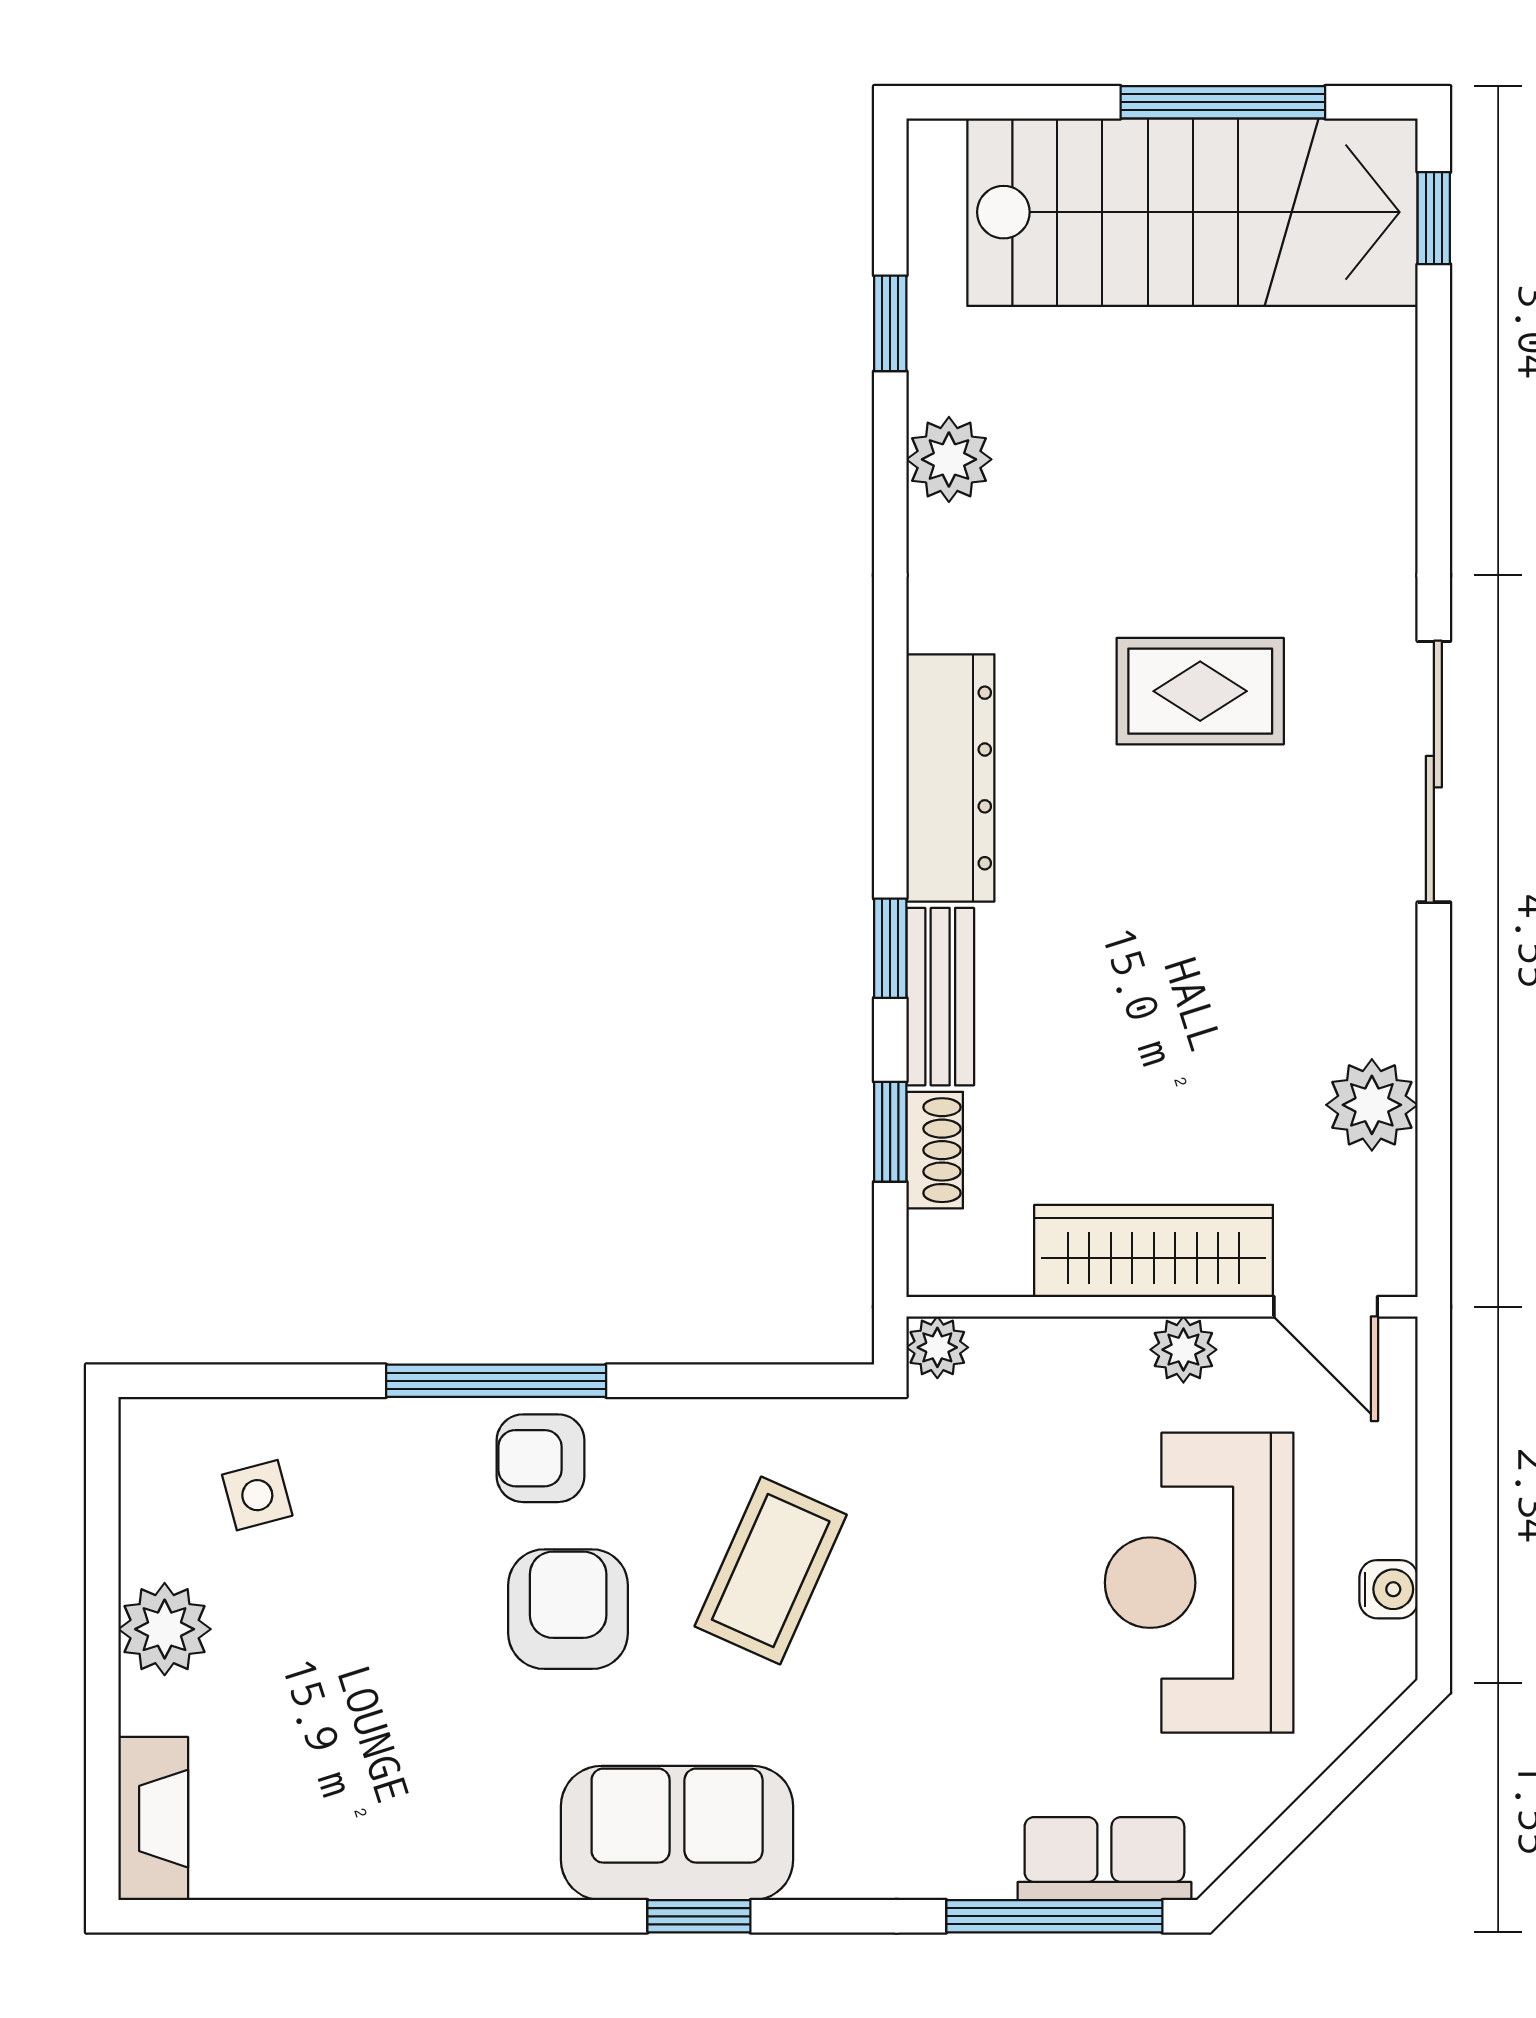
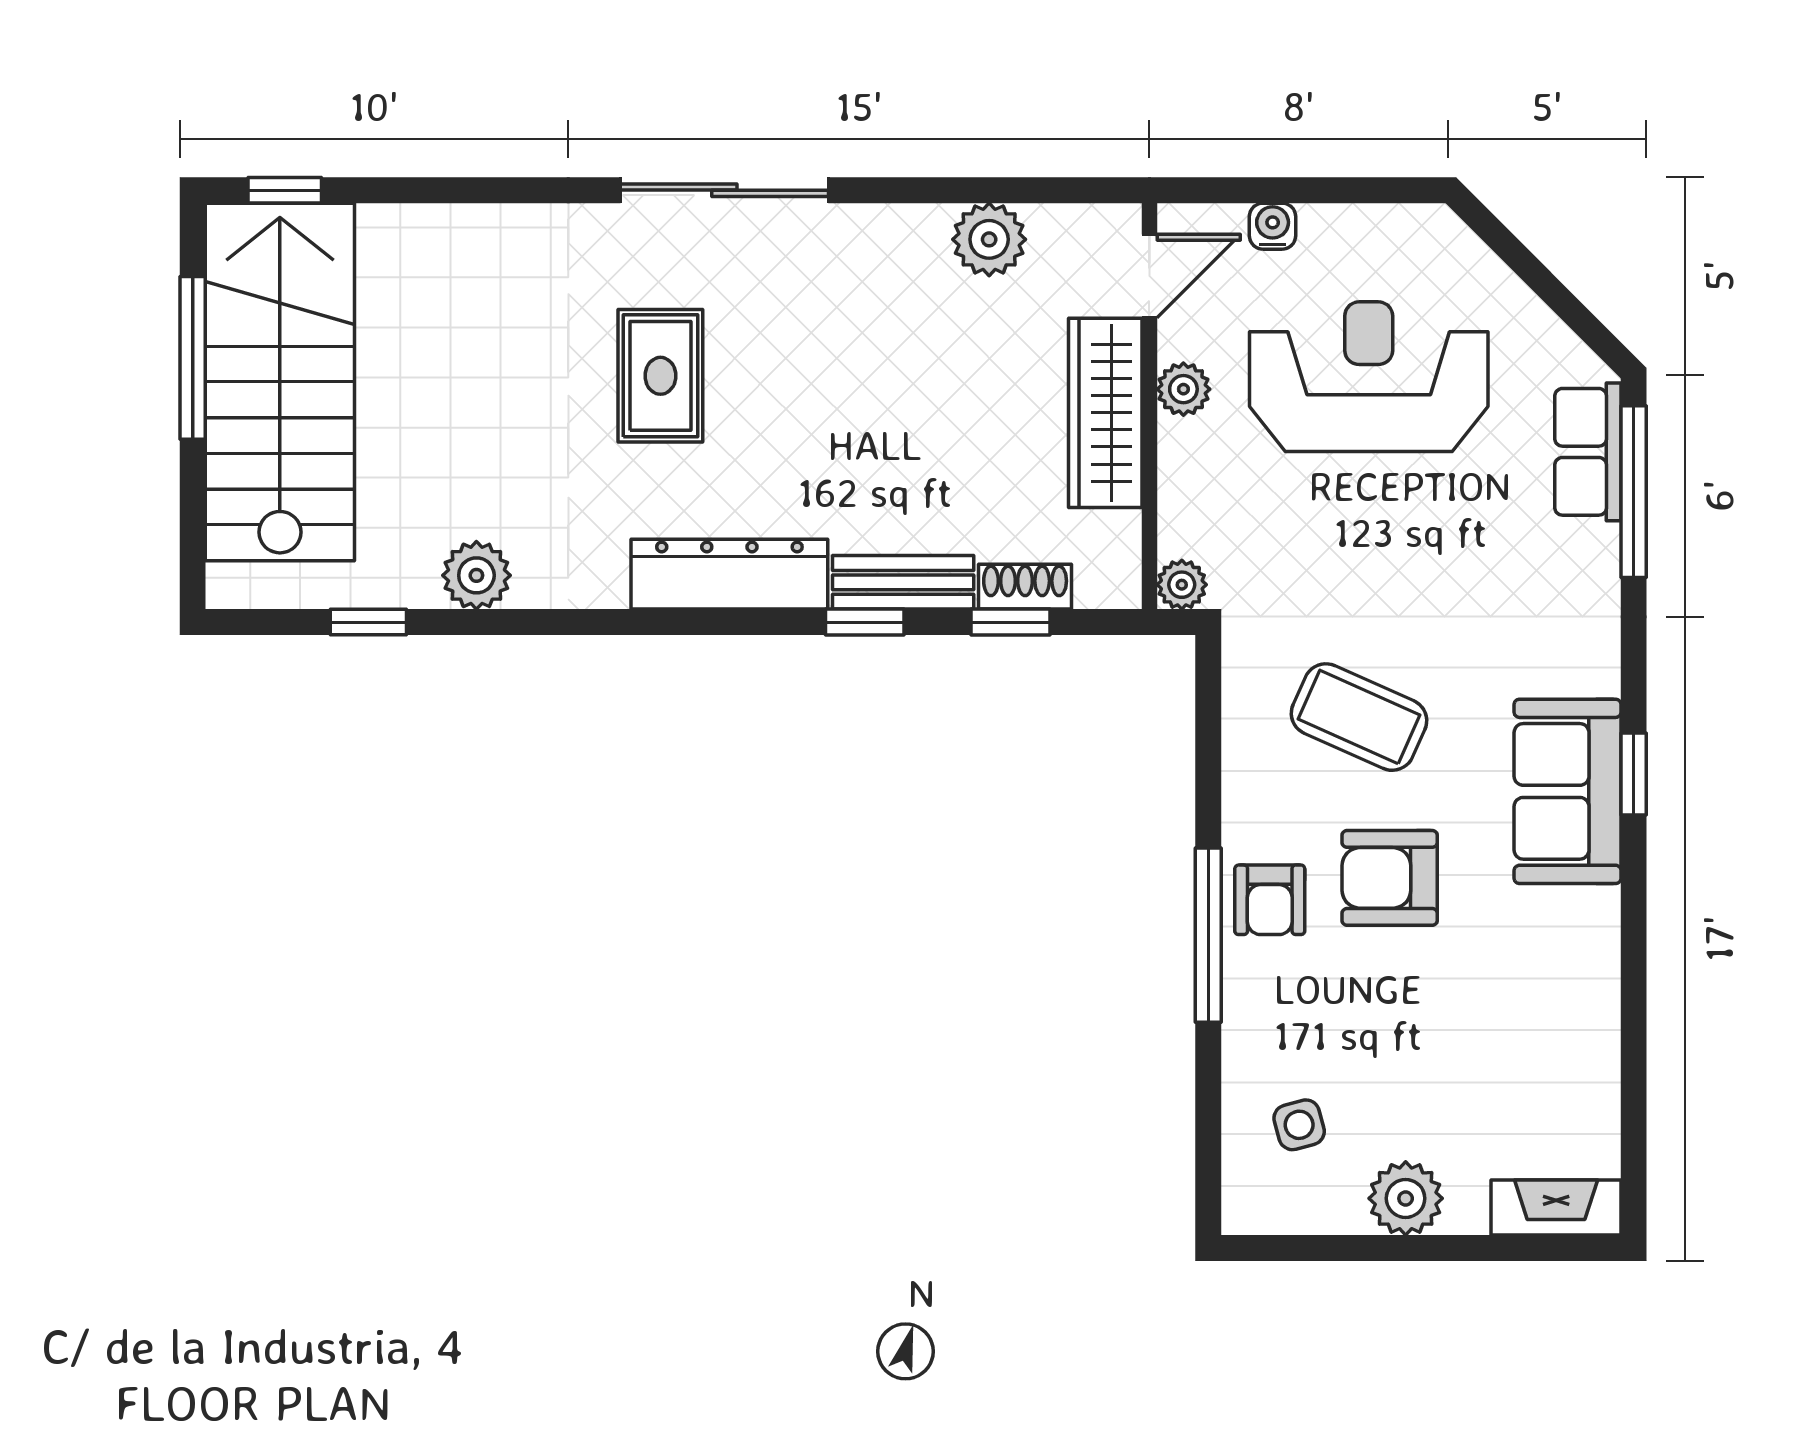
reception desk: (1199, 1583) -> (1369, 377), turned 180
water cooler: (1389, 1589) -> (1273, 226), moved

